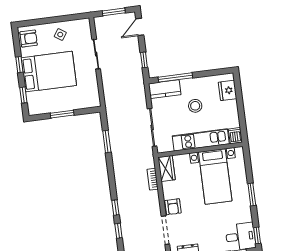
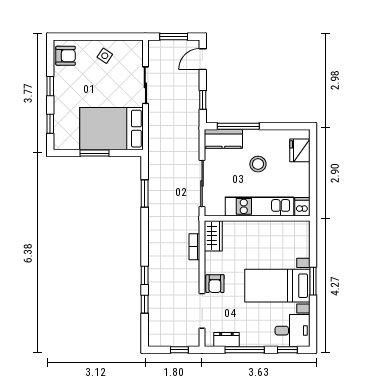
bed: (49, 72) -> (111, 129), moved, turned 180
bed with nightstands: (215, 176) -> (277, 286), moved, turned 90
window: (257, 235) -> (313, 332), removed

